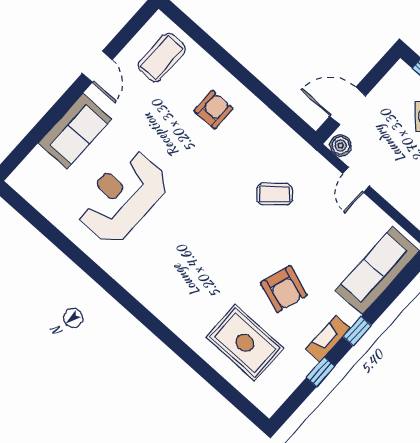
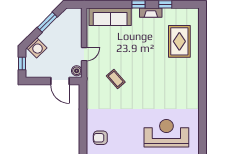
armchair: (214, 110) -> (100, 138), moved
reception desk: (122, 197) -> (166, 133), turned 180
armchair: (284, 289) -> (147, 45), removed

